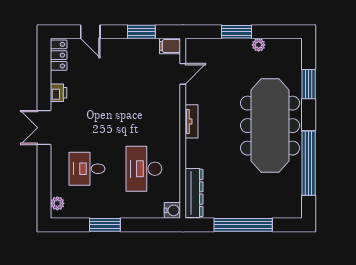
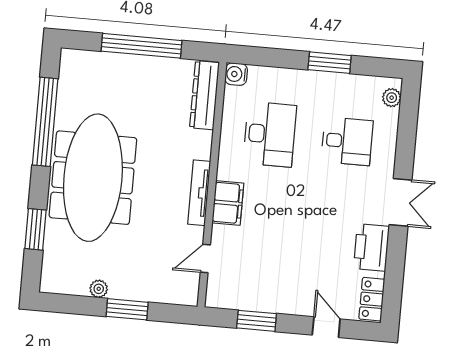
filing cabinet: (170, 46) -> (228, 203), moved, width x2.00
printer: (58, 93) -> (371, 247), width x1.87, depth x1.48
tv unit: (192, 121) -> (199, 193), width x1.41

